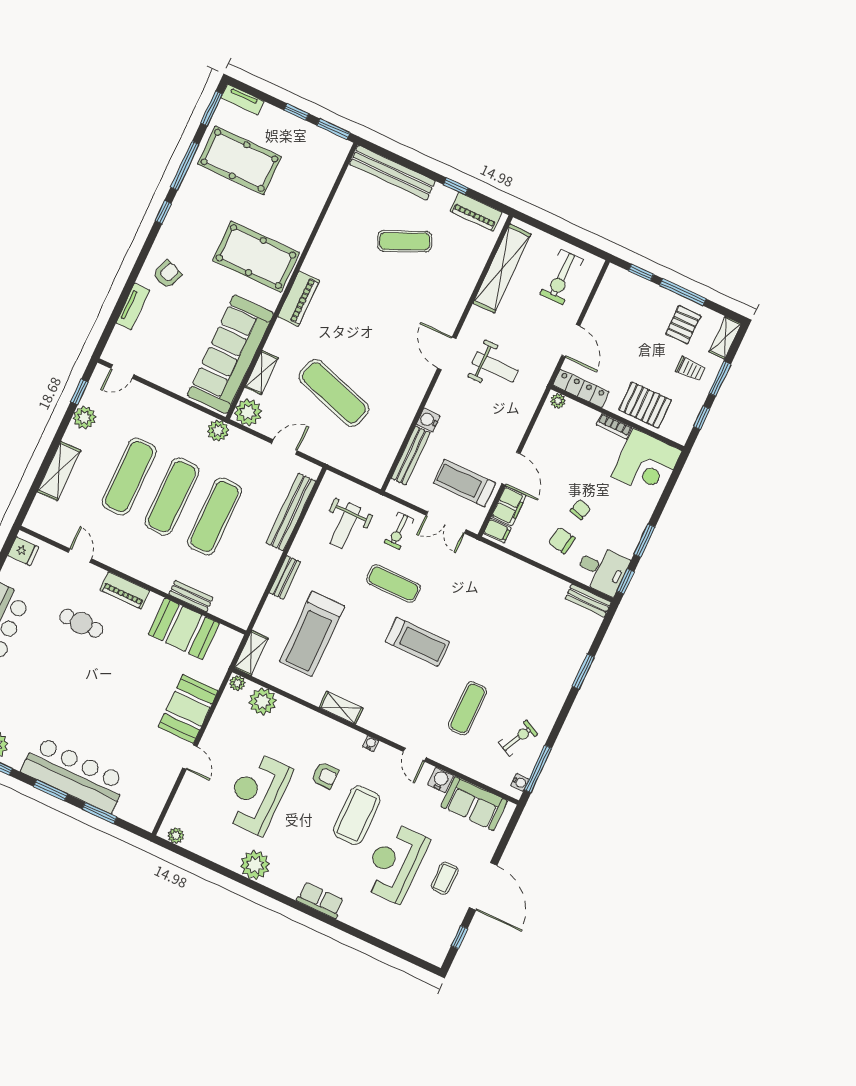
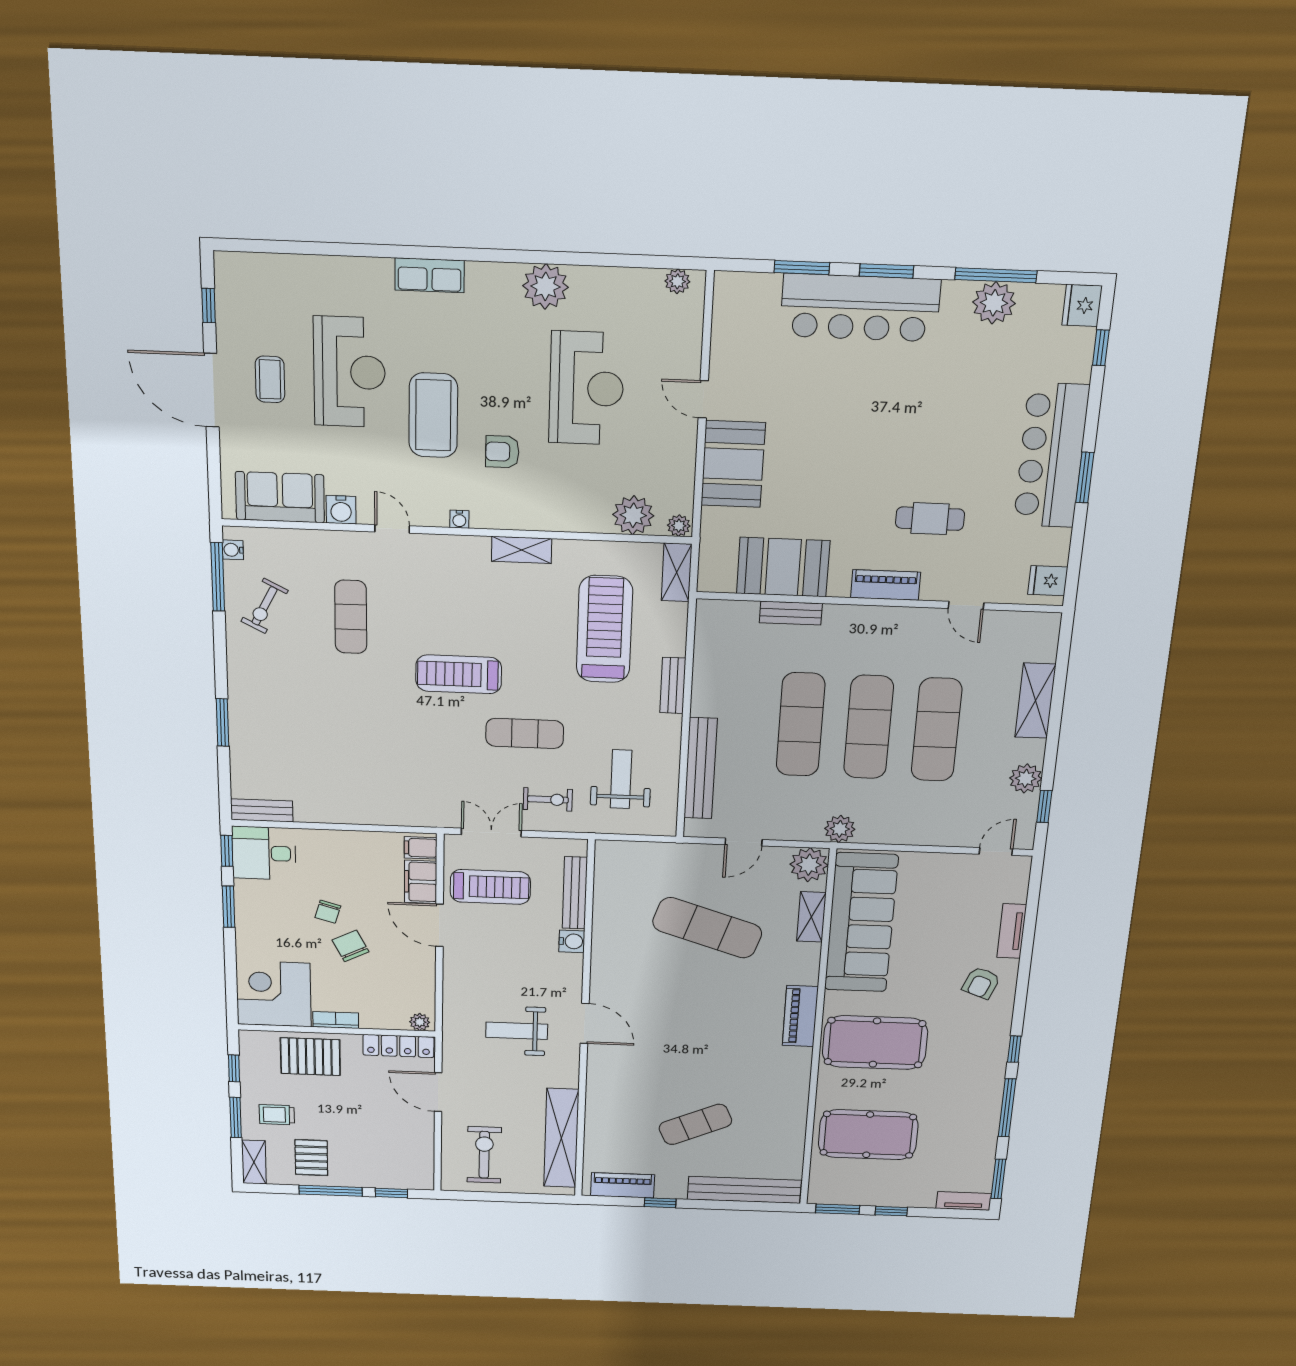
pool table: (239, 160) -> (868, 1135), moved
exercise bike: (399, 531) -> (548, 799), turned 90
chair: (562, 540) -> (350, 946), moved, turned -127

